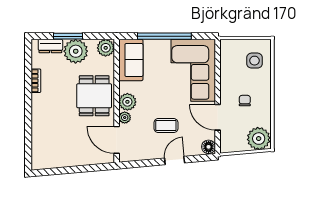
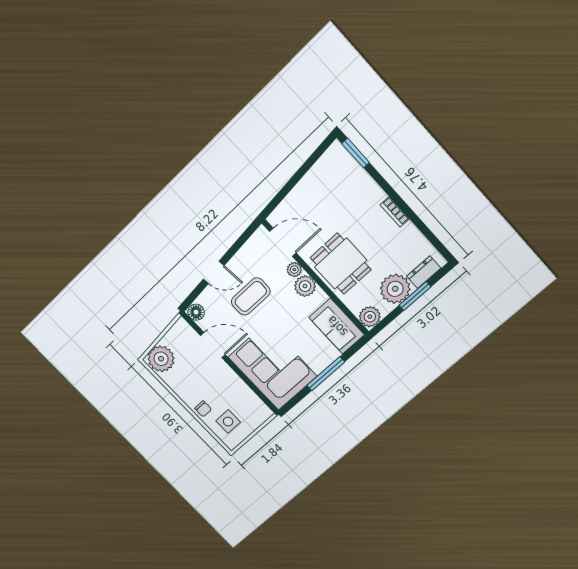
window: (164, 36) -> (326, 374), width x0.68
bookcase: (36, 81) -> (395, 212), moved
chair: (245, 101) -> (203, 409), moved
coffee table: (166, 126) -> (251, 297), width x1.36, depth x1.30
window: (28, 152) -> (356, 153), added
door: (175, 161) -> (214, 272), hinge flipped

